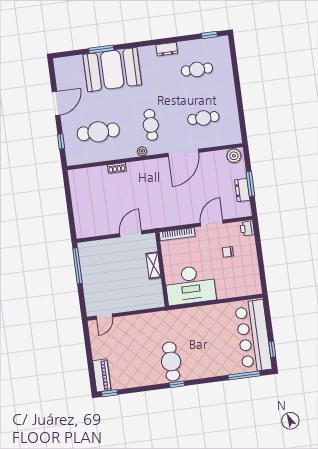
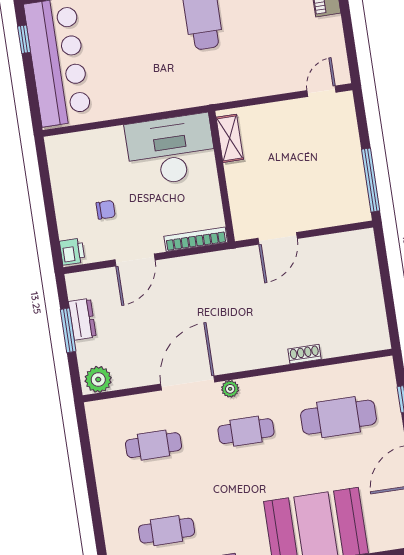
cafe table: (151, 125) -> (246, 431), turned 90
plant: (142, 151) -> (230, 389), moved
shelving: (153, 265) -> (230, 138), moved

